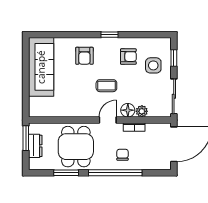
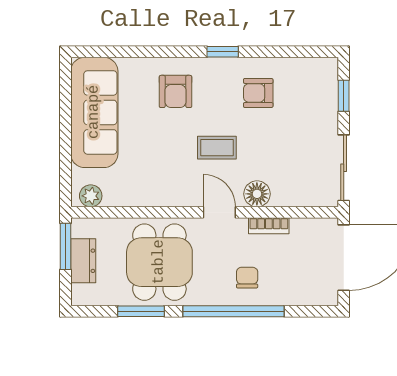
armchair: (128, 57) -> (258, 93), turned 180
side table: (153, 65) -> (305, 110), removed
plant: (142, 111) -> (91, 196), moved
door: (108, 120) -> (219, 212), hinge flipped

